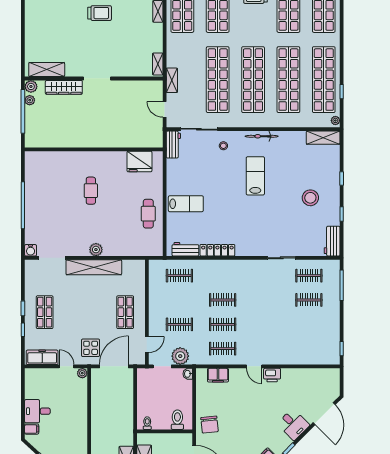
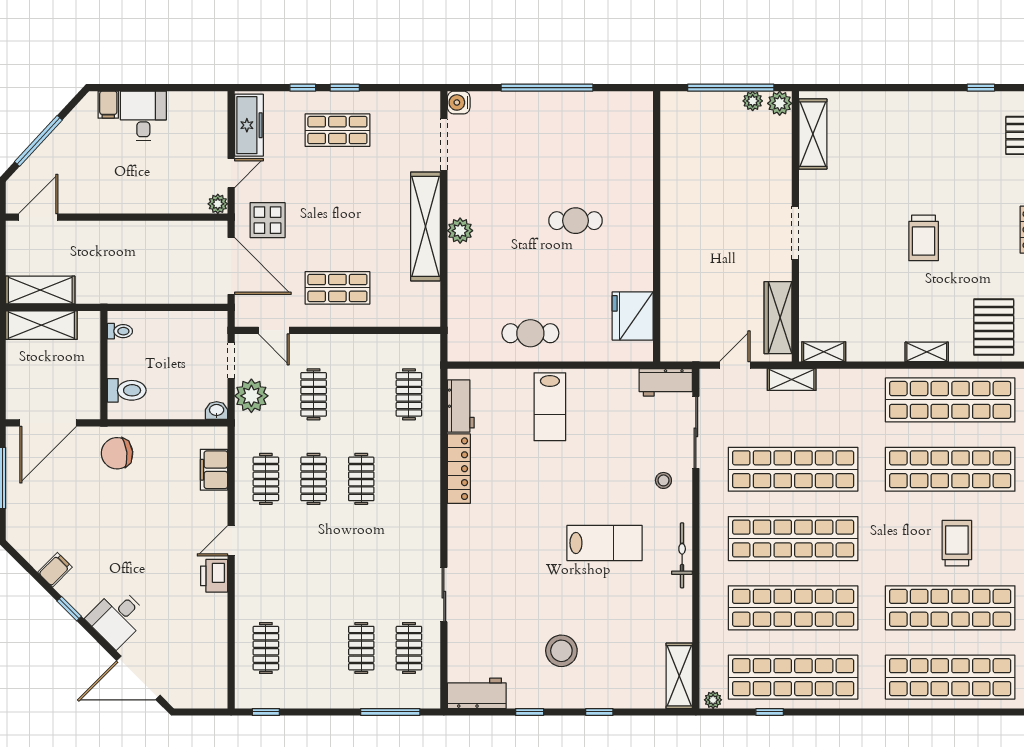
wardrobe: (64, 87) -> (778, 318), moved
clothes rail: (309, 349) -> (266, 648), added

